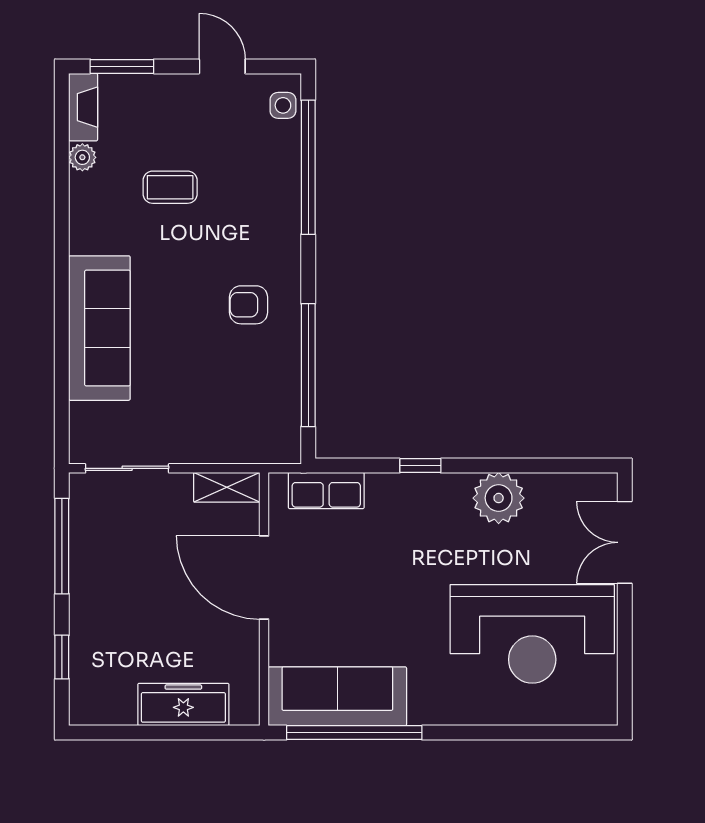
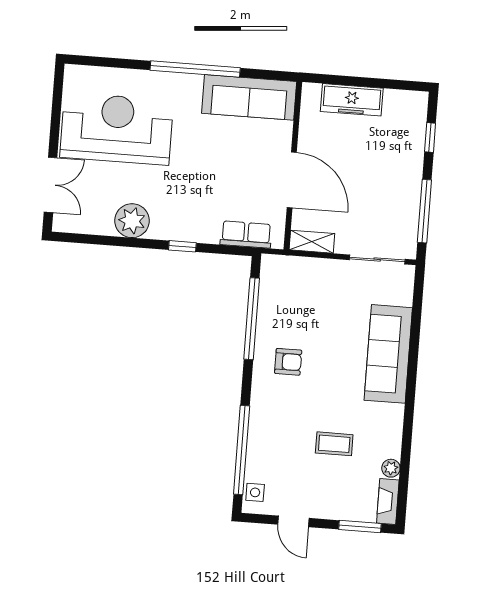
window: (354, 733) -> (195, 69), moved

